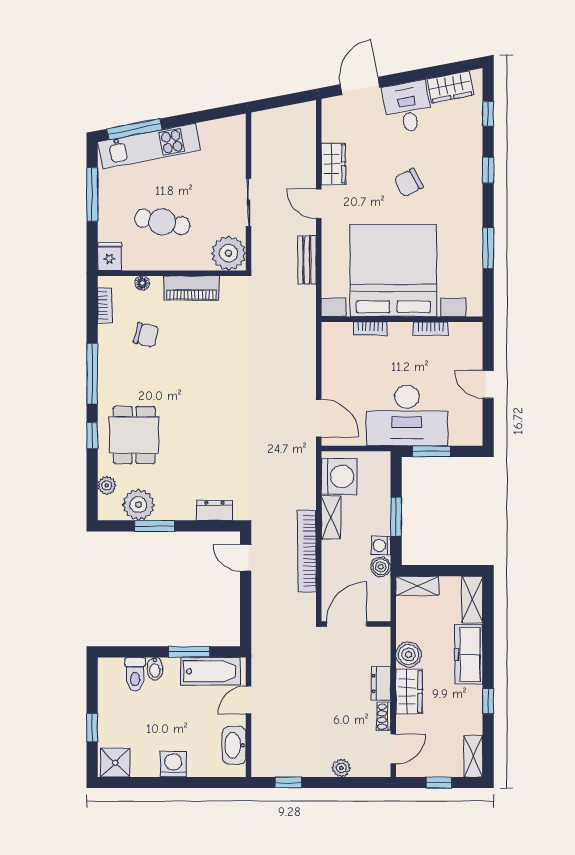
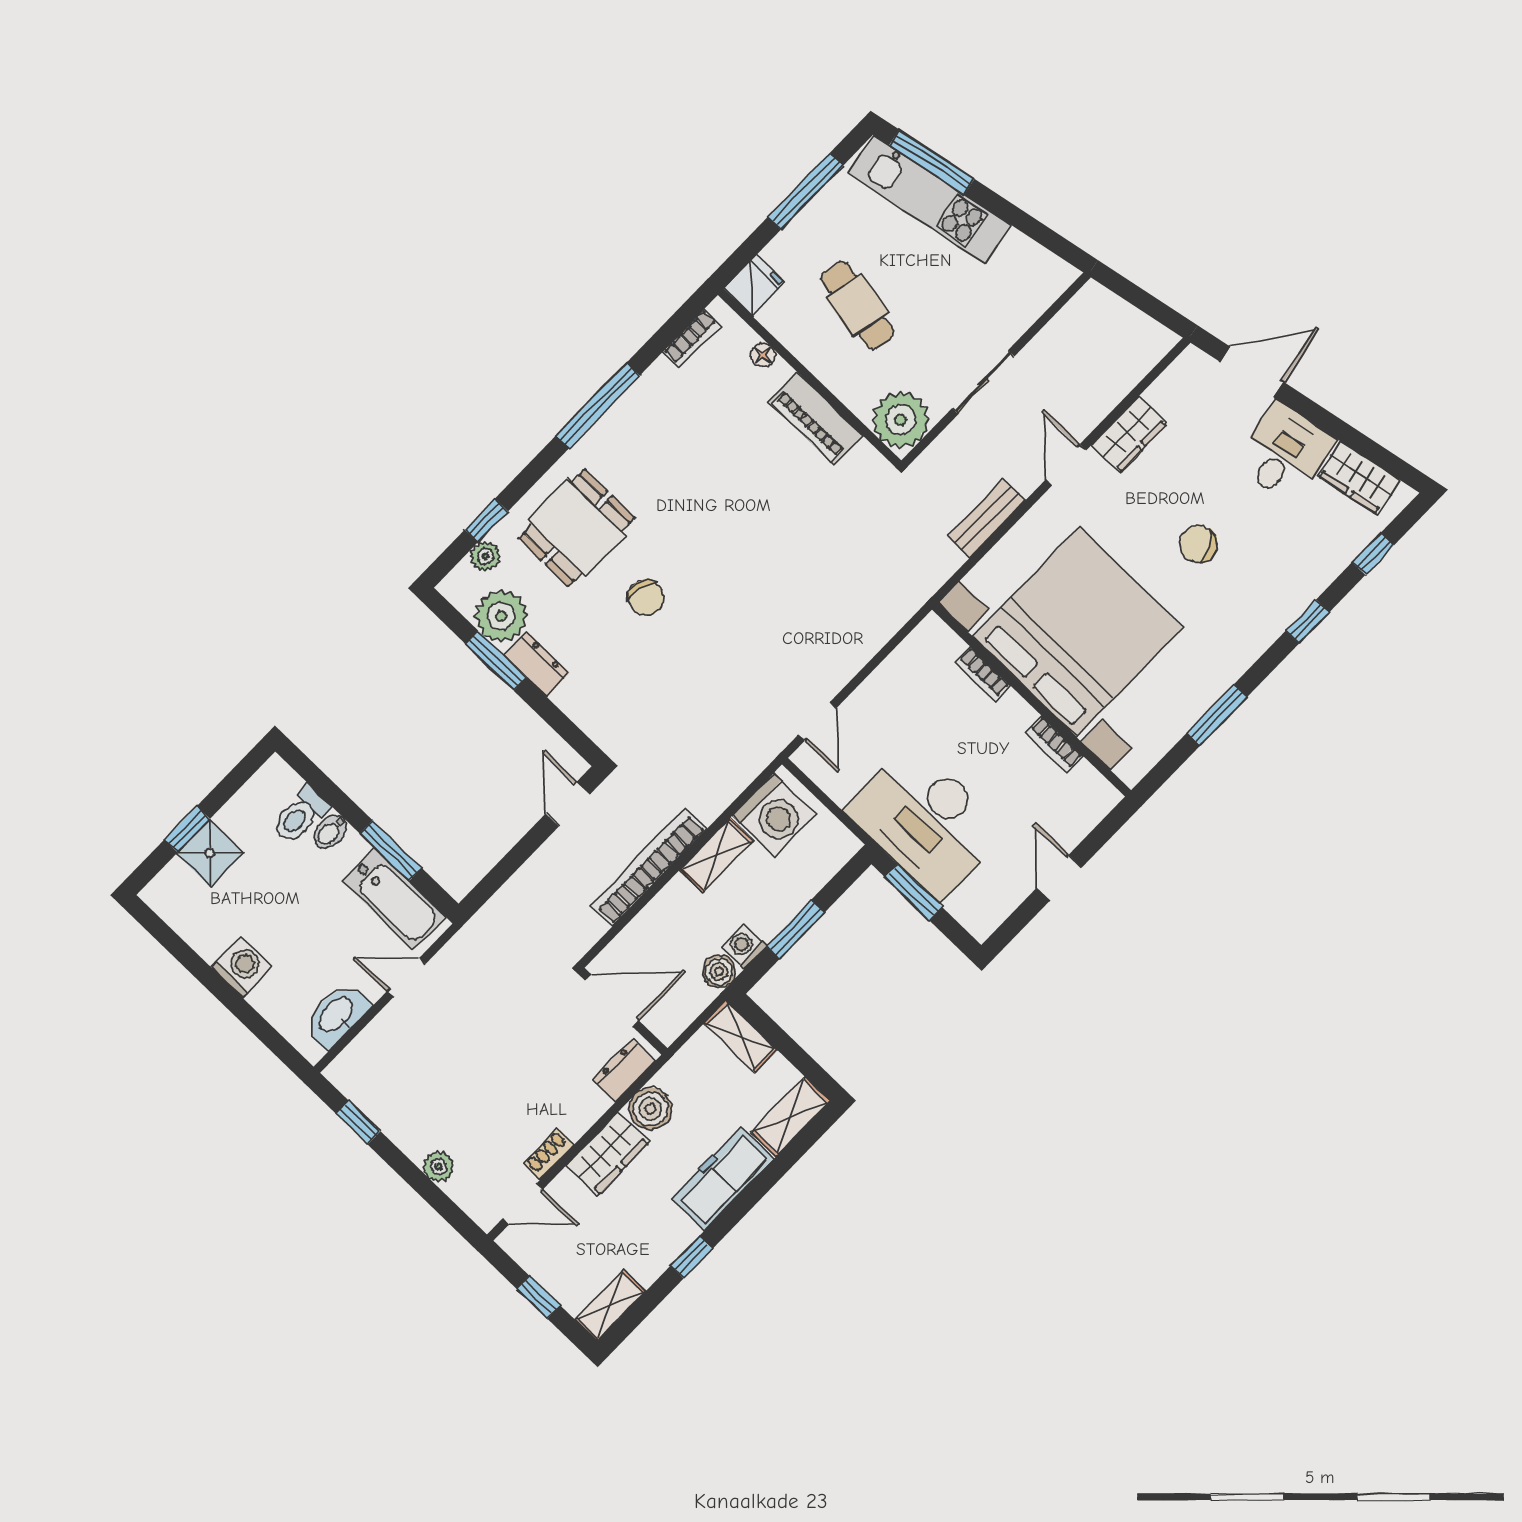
chair: (146, 335) -> (646, 598), moved
door: (319, 418) -> (817, 721), width x0.73
window: (92, 435) -> (486, 520), moved
dresser: (215, 510) -> (537, 664), moved
dresser: (381, 683) -> (624, 1070), moved
shower: (115, 763) -> (210, 853), moved

